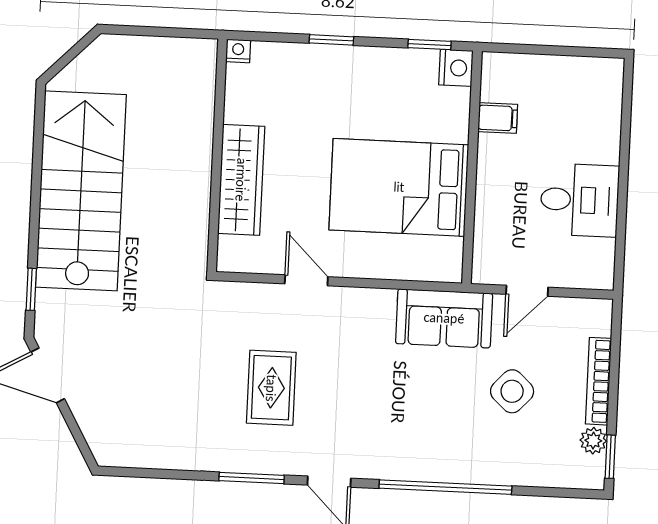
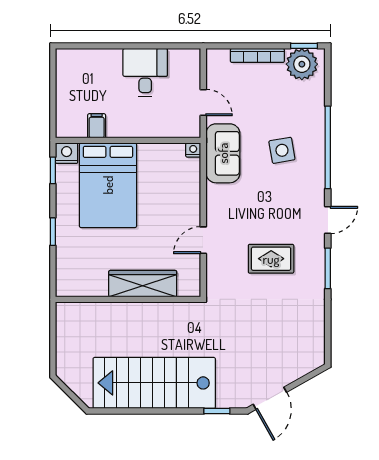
nightstand: (238, 51) -> (193, 150), moved, turned 90
bed: (399, 187) -> (108, 185), moved
side table: (512, 391) -> (282, 150), moved, turned 37
plant: (593, 441) -> (302, 64), width x1.88, depth x1.88

